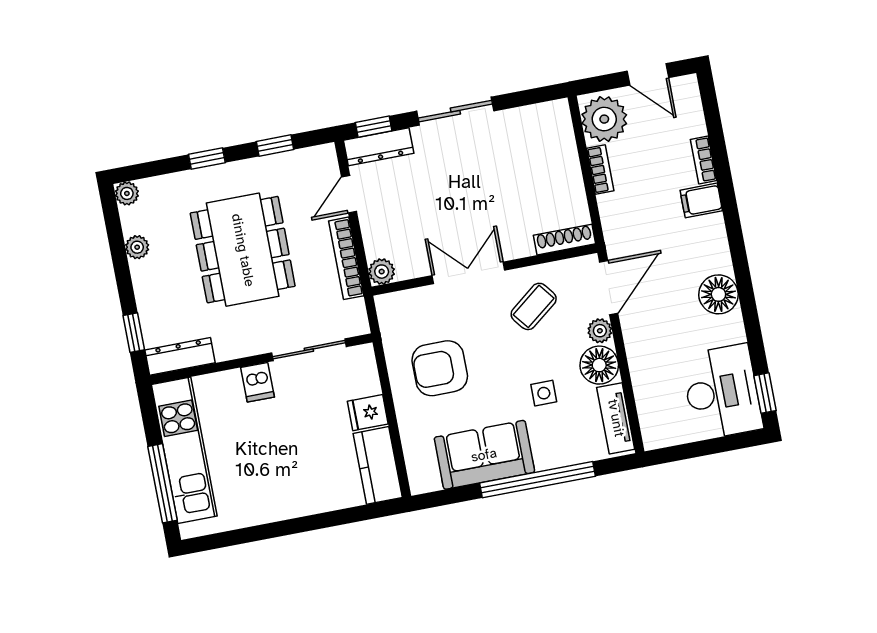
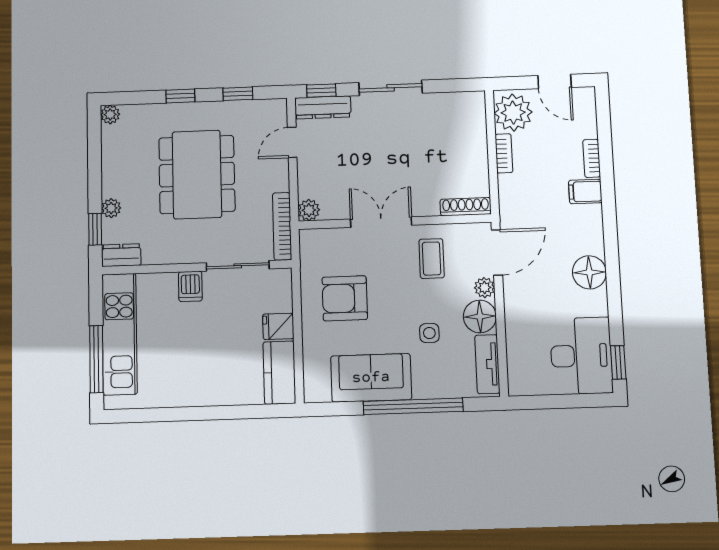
plant: (137, 247) -> (111, 208), moved
bookcase: (346, 258) -> (282, 226), moved
coffee table: (534, 306) -> (432, 259), turned -52
dresser: (180, 356) -> (121, 255), width x0.70

